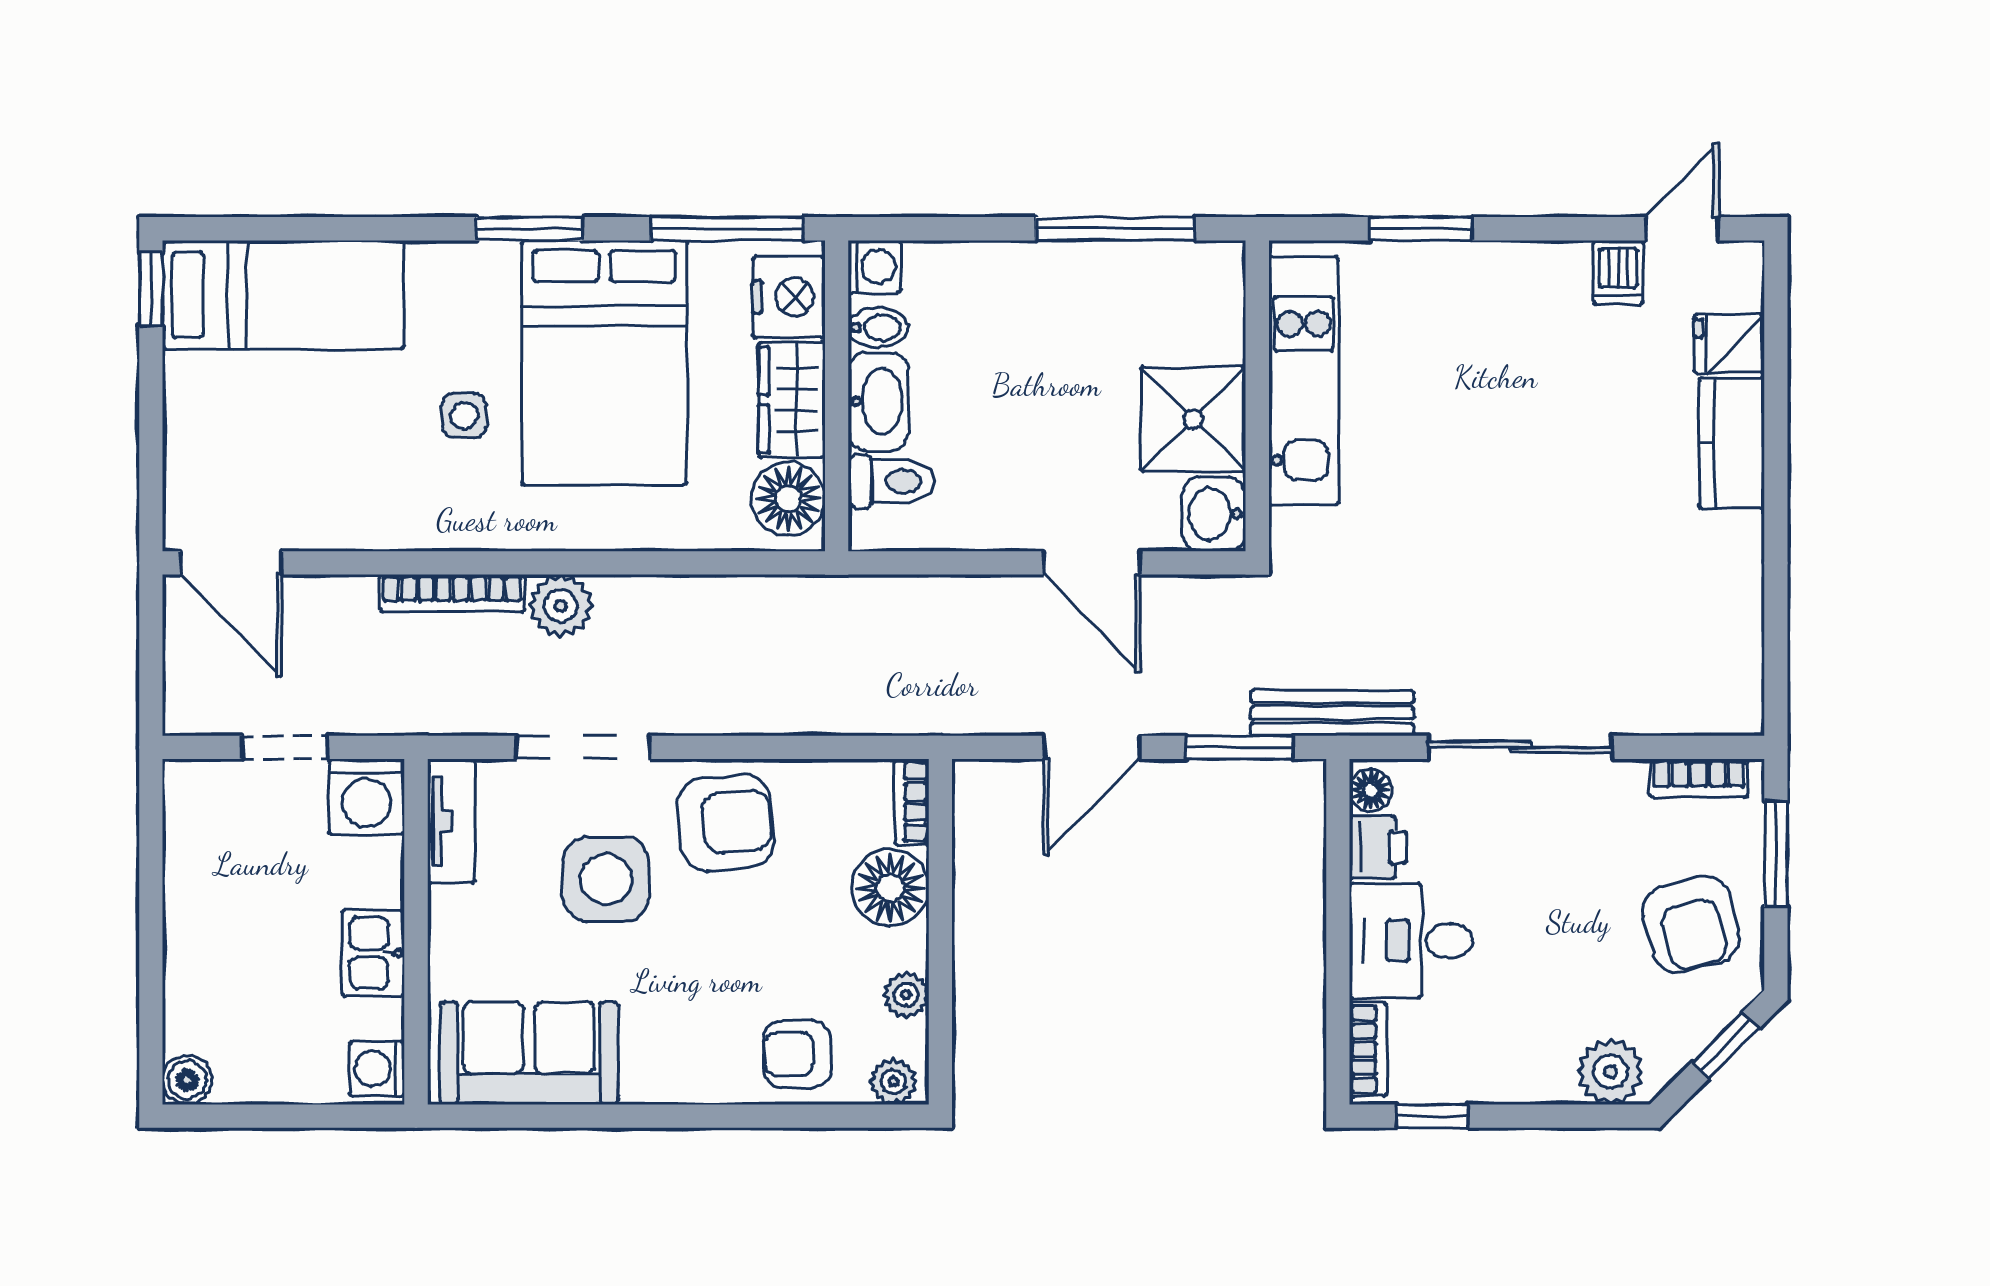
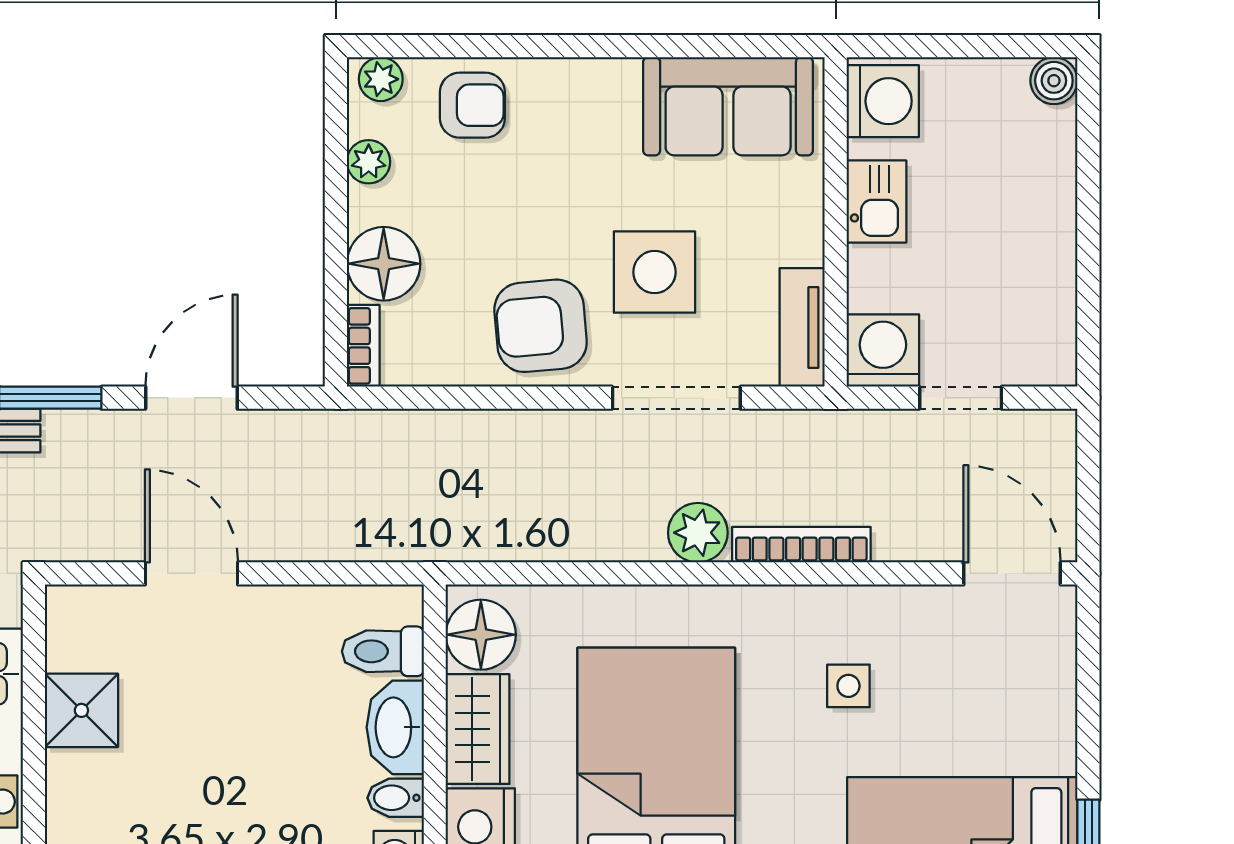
side table: (464, 416) -> (848, 686), moved
shower: (1193, 419) -> (81, 710), width x0.73, depth x0.73
washbasin: (1214, 514) -> (75, 620), removed
washing machine: (377, 1069) -> (883, 101), width x1.38, depth x1.38

